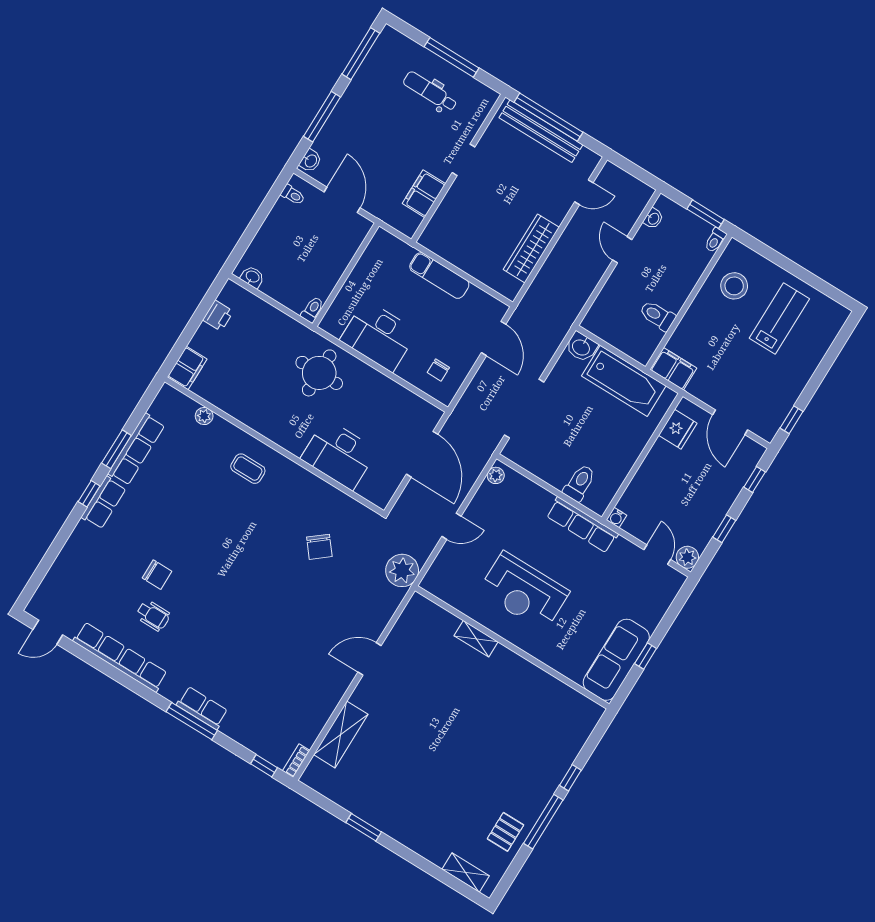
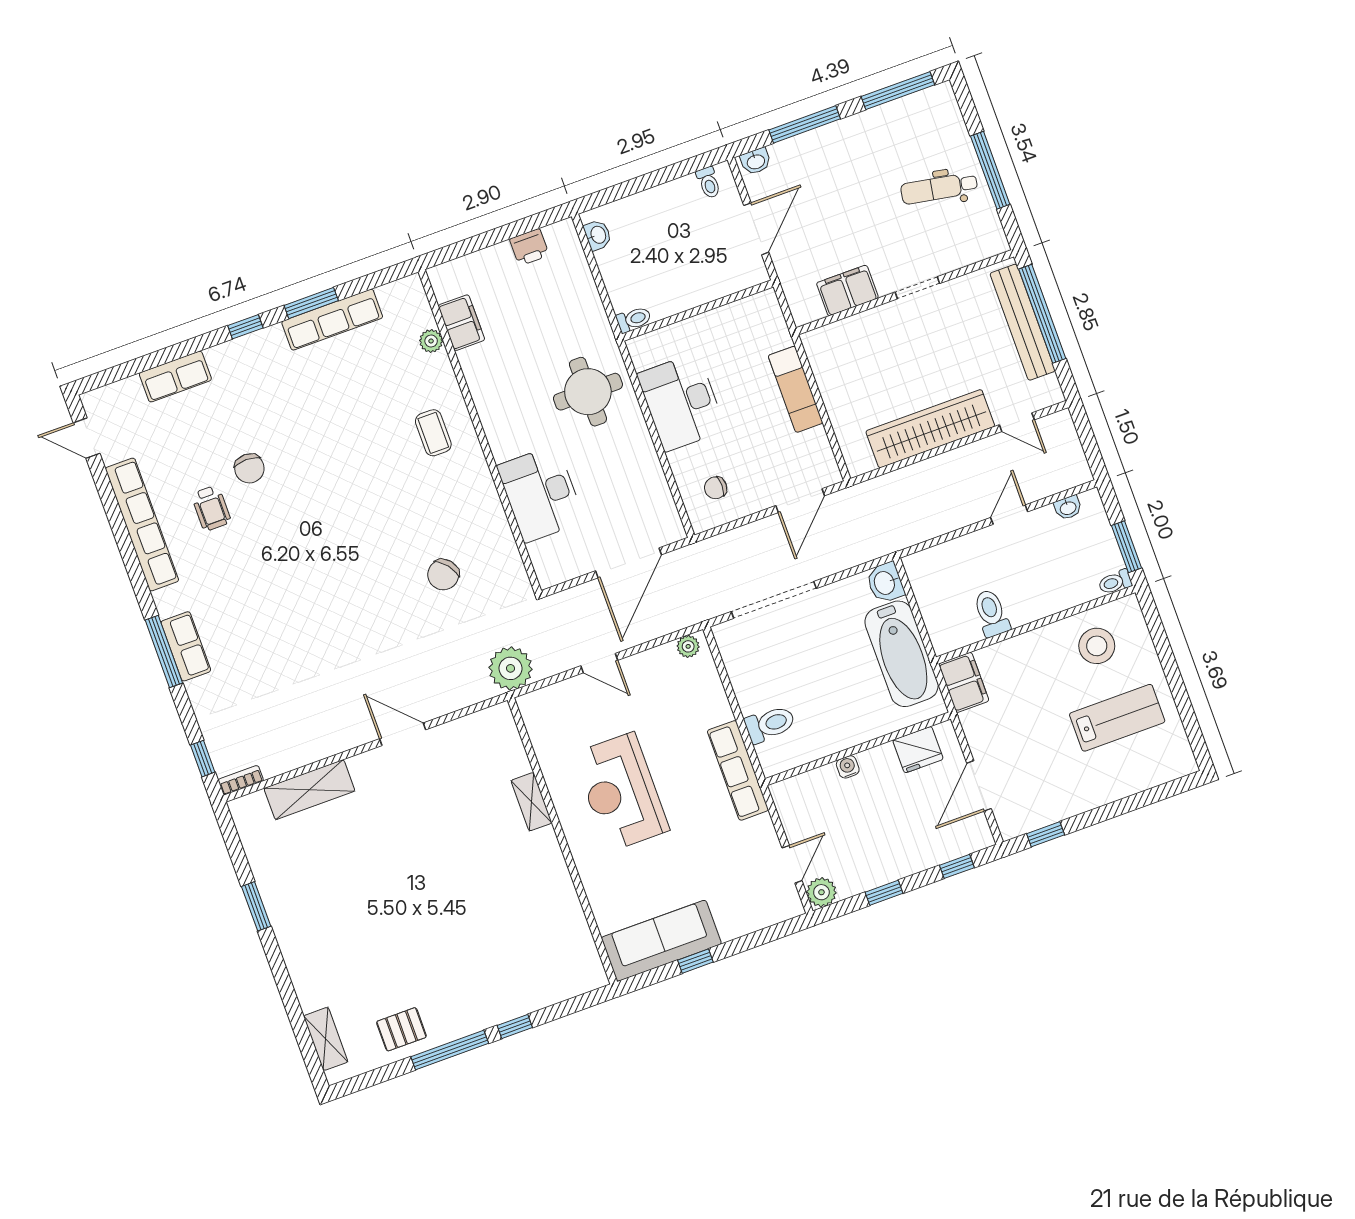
dental chair: (430, 92) -> (939, 188), turned -80
wardrobe: (531, 248) -> (930, 429), width x1.40, depth x1.17
filing cabinet: (187, 368) -> (461, 323), moved, turned -90
row of seats: (104, 503) -> (175, 377), moved
water cooler: (616, 518) -> (848, 767), moved, turned 90

